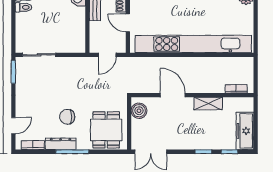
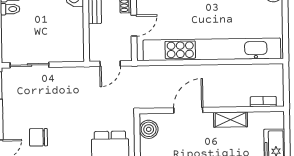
door: (128, 23) -> (134, 26), swing flipped
door: (173, 95) -> (188, 110), hinge flipped
chair: (67, 117) -> (38, 137), moved

